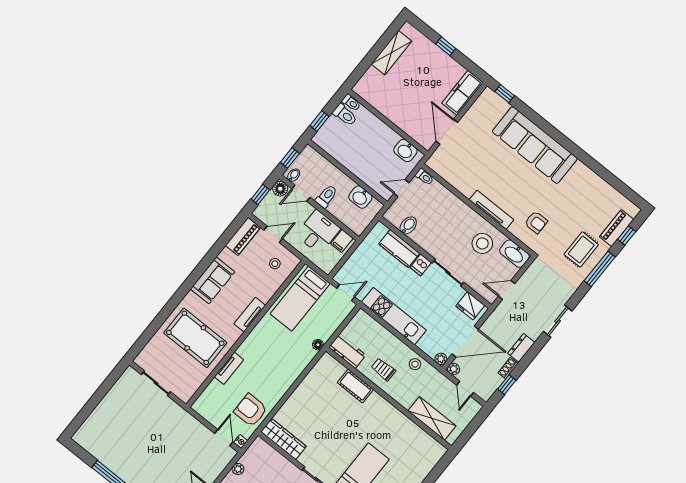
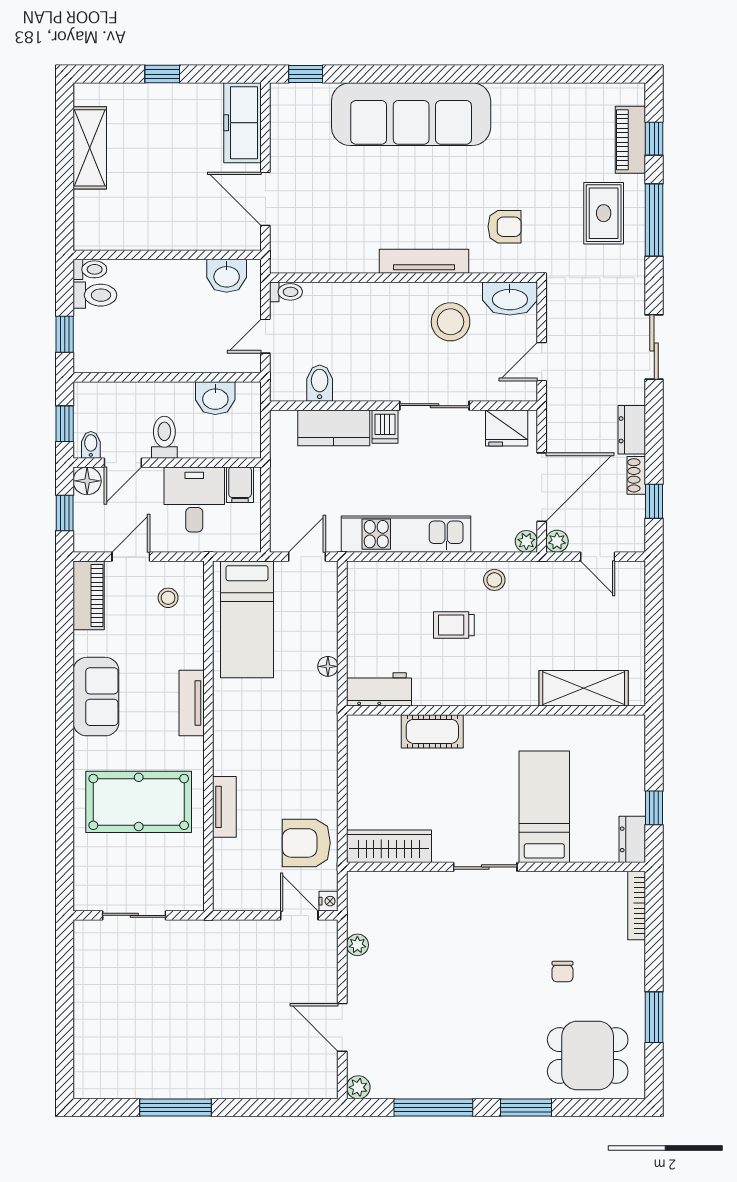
workbench: (347, 351) -> (379, 689), moved
cot: (355, 386) -> (432, 731), moved
wall: (389, 398) -> (496, 710), moved
shelving: (432, 418) -> (584, 688), moved

